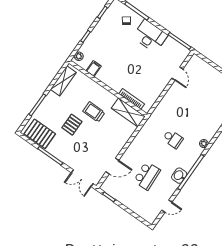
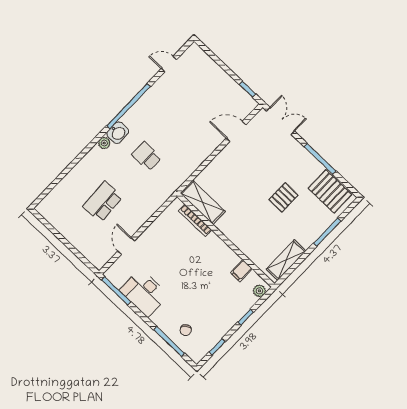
desk: (150, 36) -> (144, 293), moved
trolley: (94, 112) -> (250, 210), removed
school desk: (147, 176) -> (103, 202), moved
washbasin: (179, 176) -> (118, 133), moved

